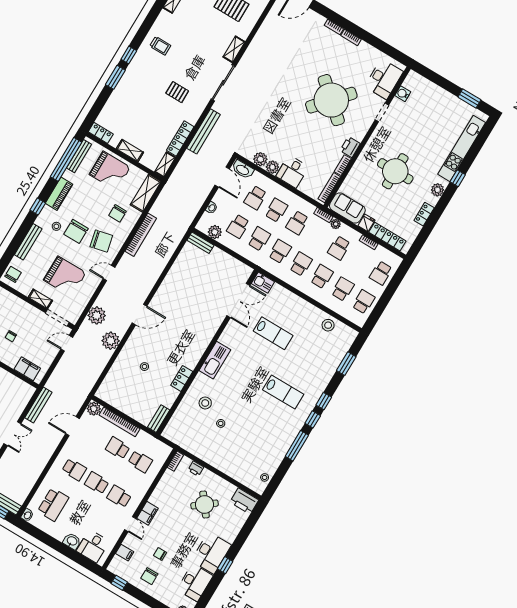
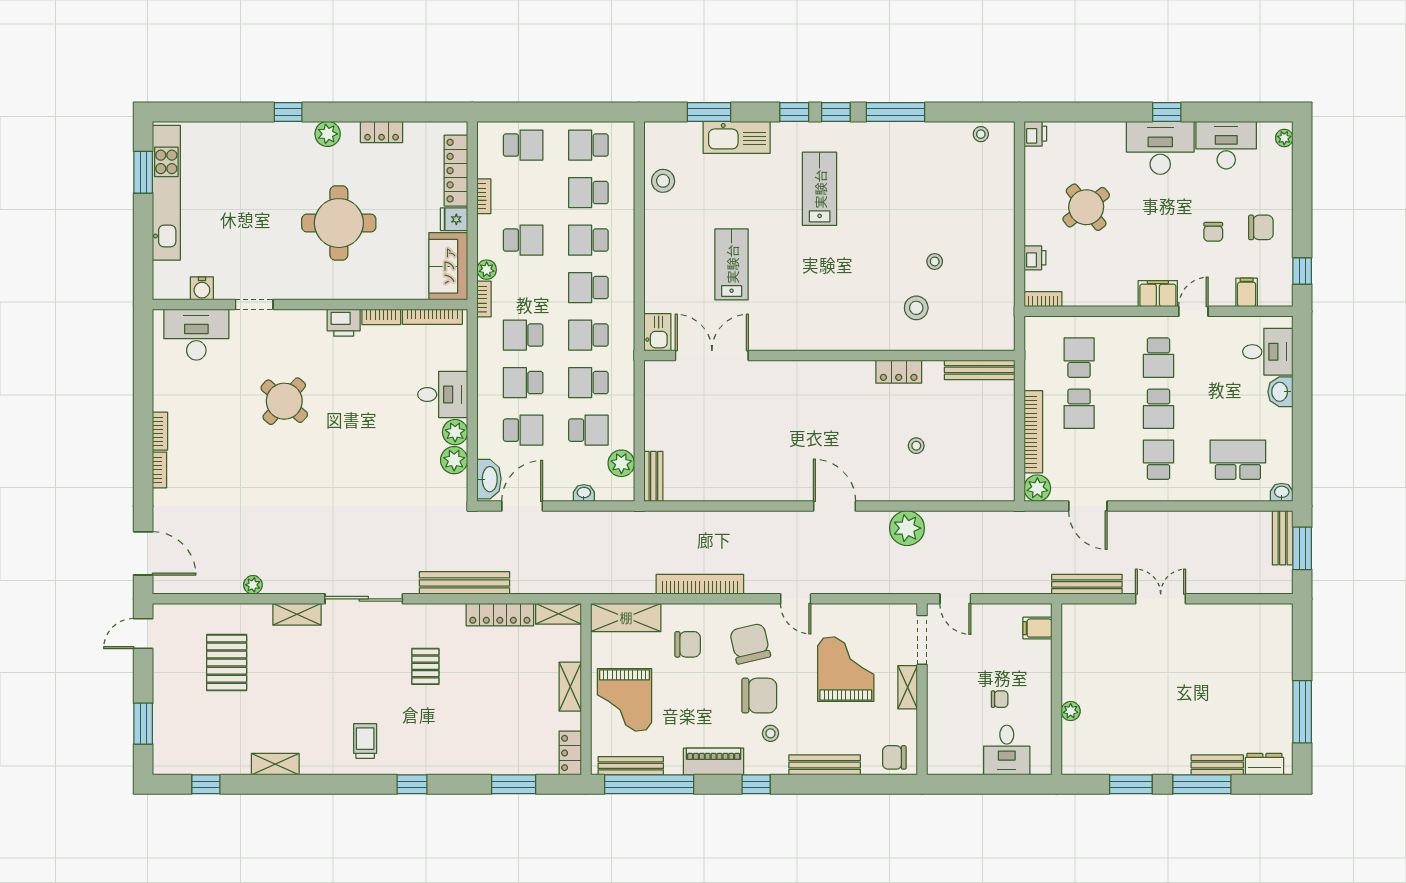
window: (115, 77) -> (514, 784), moved
round table: (331, 100) -> (284, 401), width x0.54, depth x0.54
kitchen unit: (462, 148) -> (166, 193), moved, turned -90
grand piano: (110, 171) -> (625, 700), turned 180
school desk: (297, 223) -> (523, 335), turned 180
plant: (97, 315) -> (253, 585), moved, width x0.53, depth x0.53
kitchen sink: (215, 360) -> (737, 137), moved, turned 180
filing cabinet: (27, 369) -> (1037, 628), width x0.50
bench: (159, 419) -> (980, 370), width x1.36
printer: (244, 501) -> (1035, 134), width x0.53, depth x0.68

